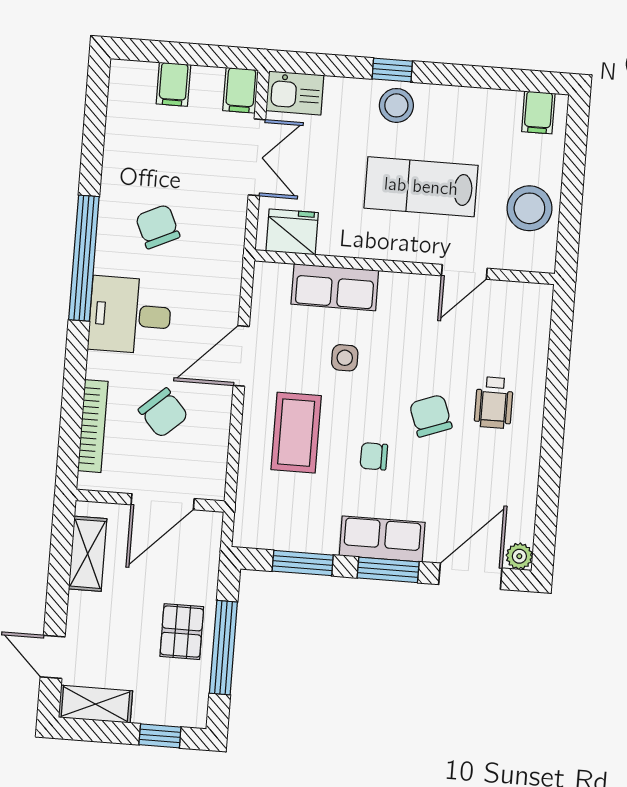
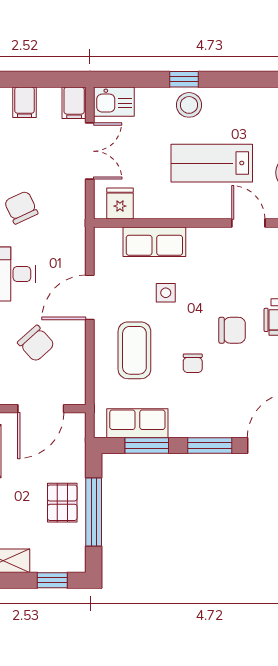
fridge: (292, 232) -> (120, 204), width x0.72
door: (464, 272) -> (248, 223), swing flipped
chair: (431, 416) -> (232, 330), turned 110
chair: (374, 456) -> (193, 363), turned -90
row of seats: (382, 539) -> (137, 423), moved

